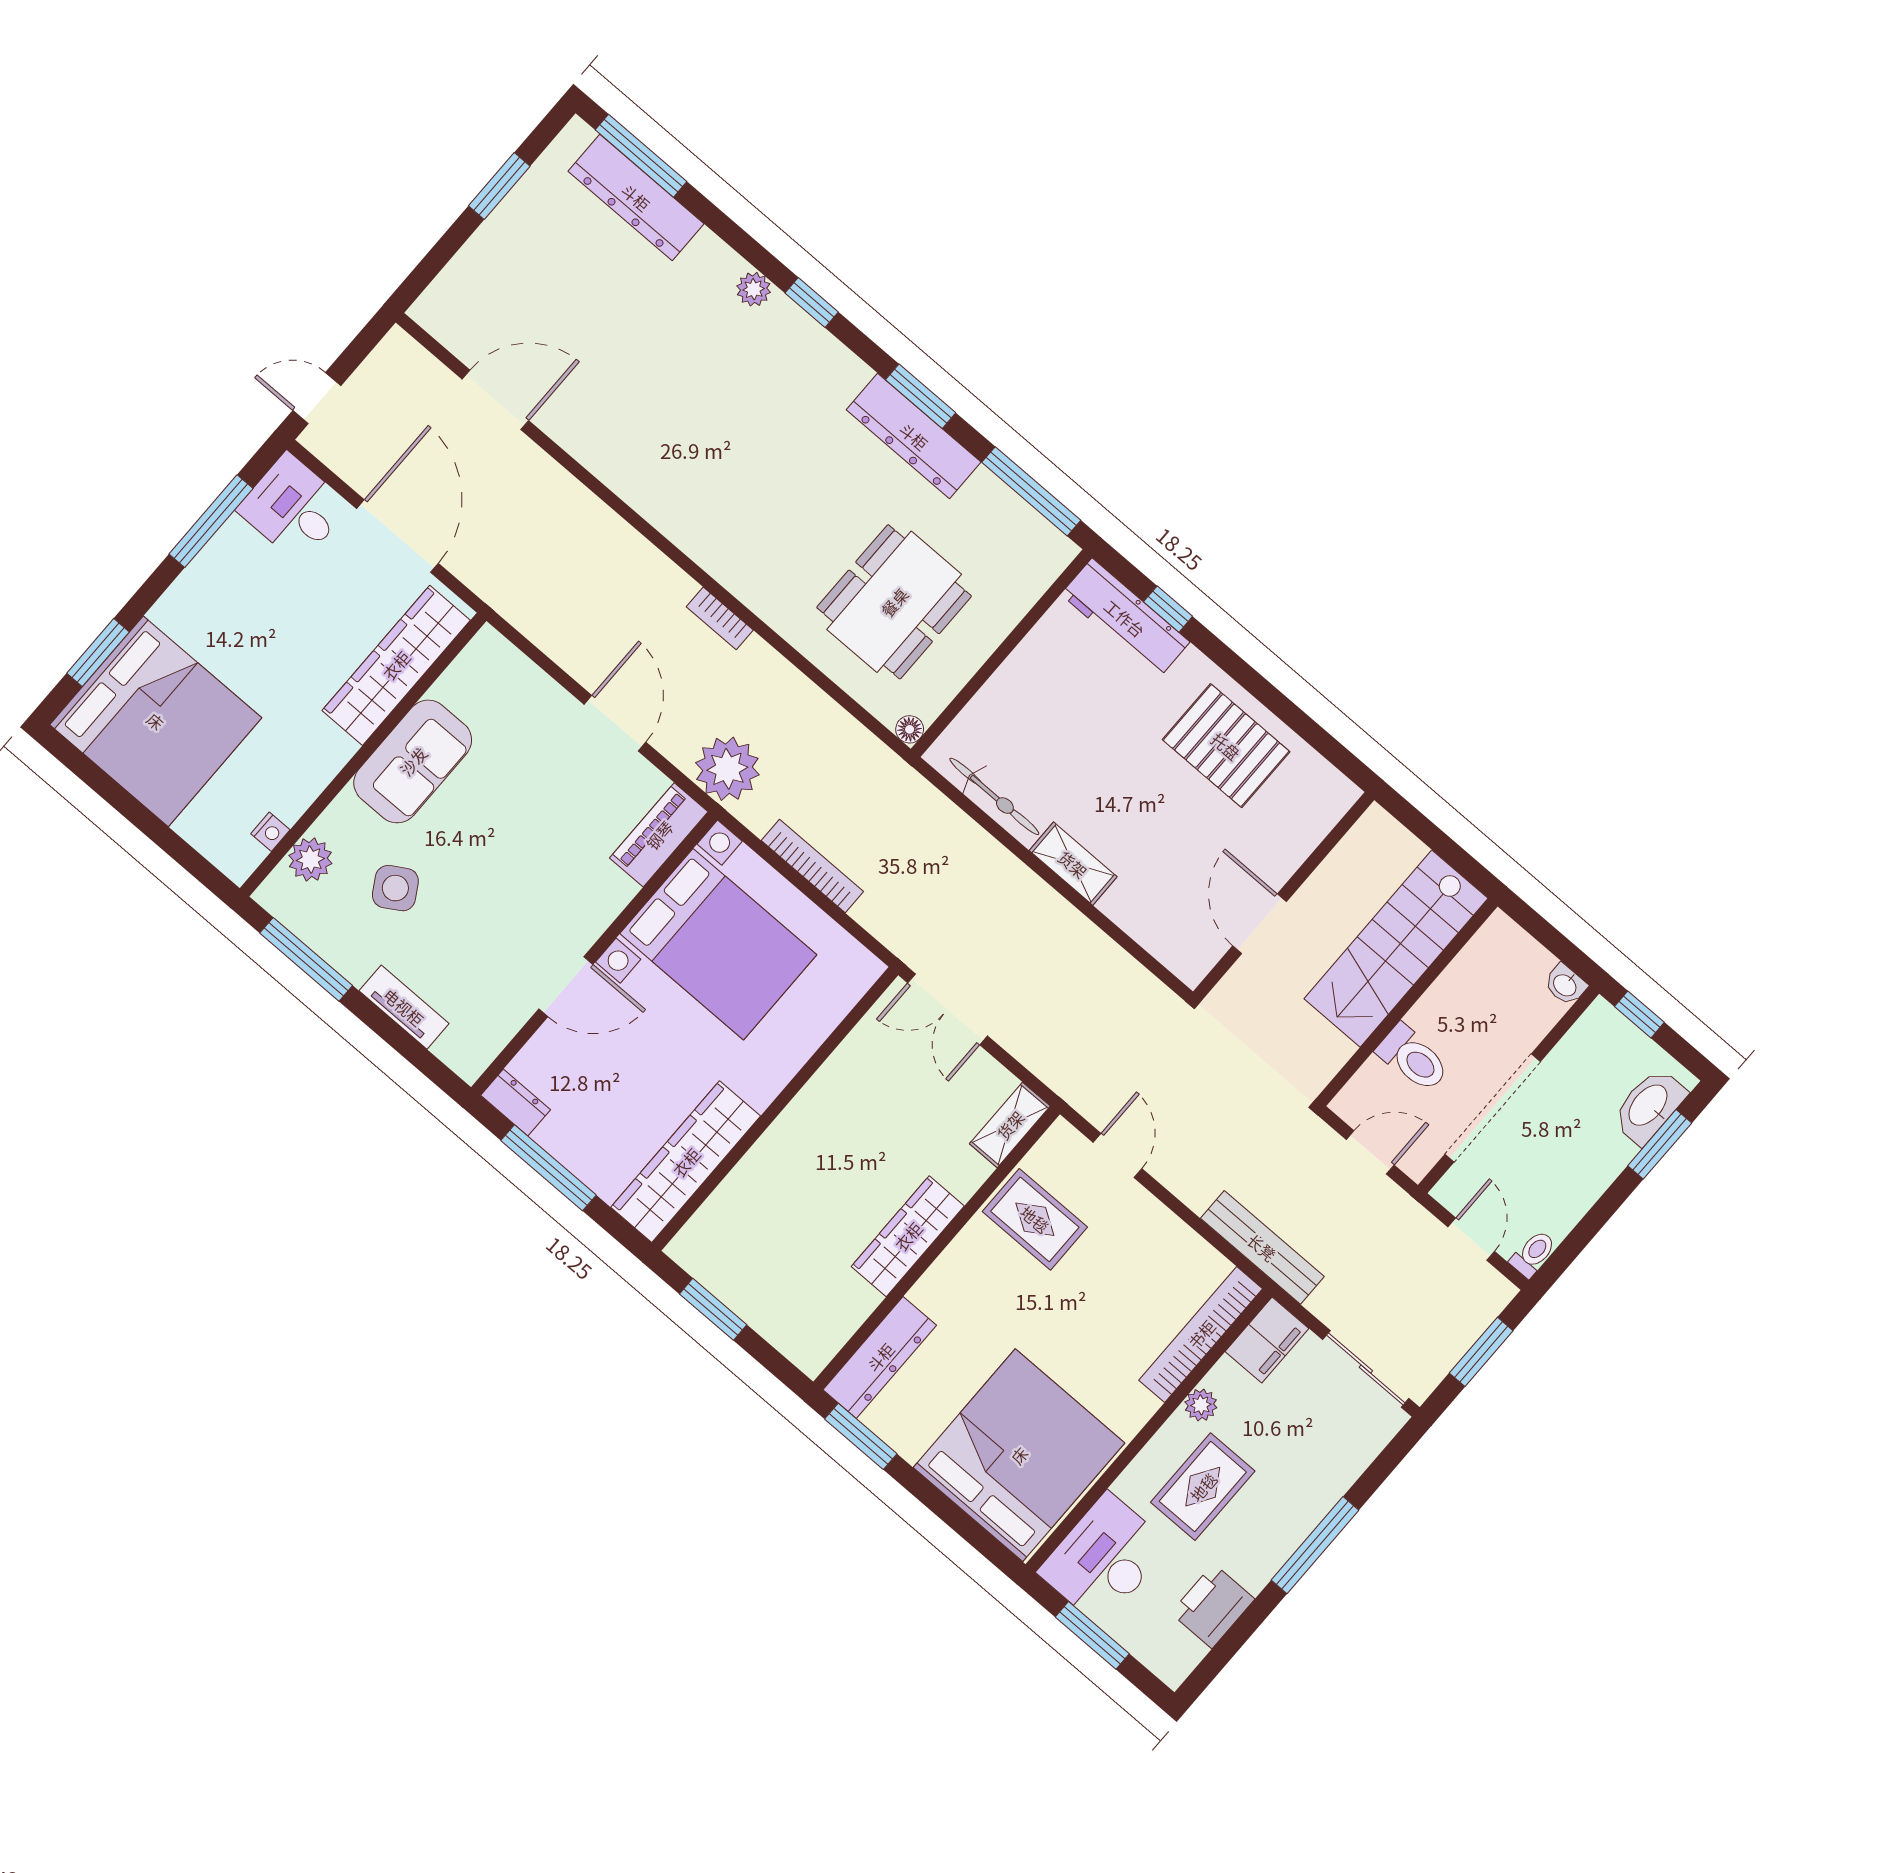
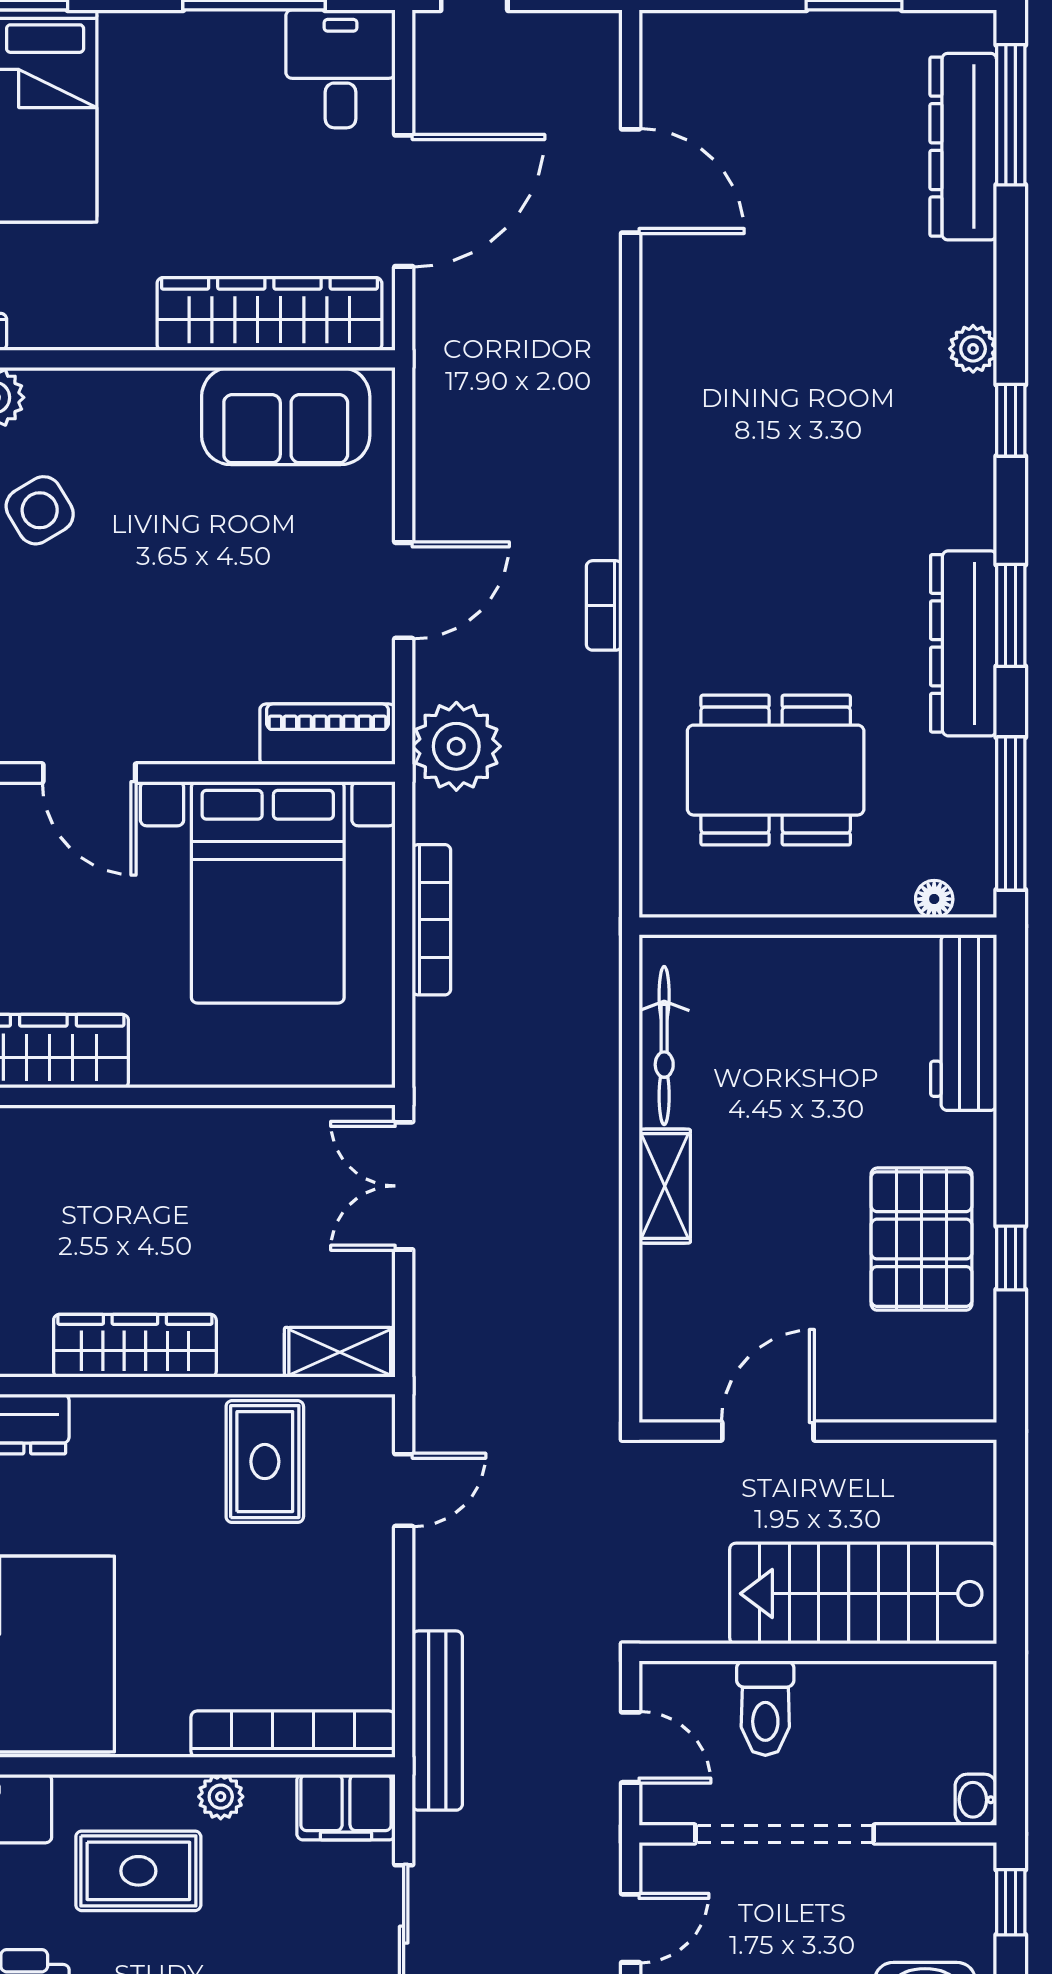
window: (1168, 609) -> (1011, 1258), moved
floor lamp: (910, 729) -> (934, 899), moved
sofa: (413, 761) -> (286, 416), moved

